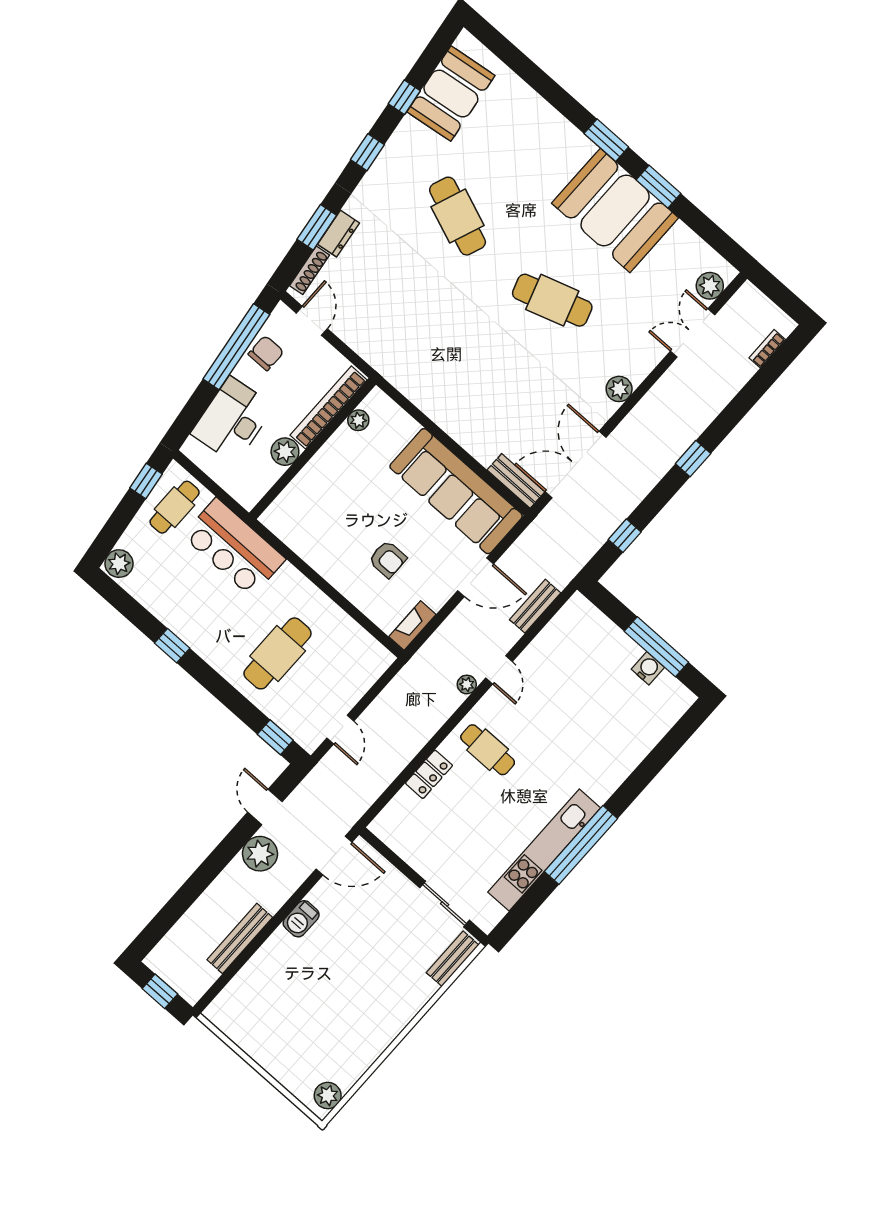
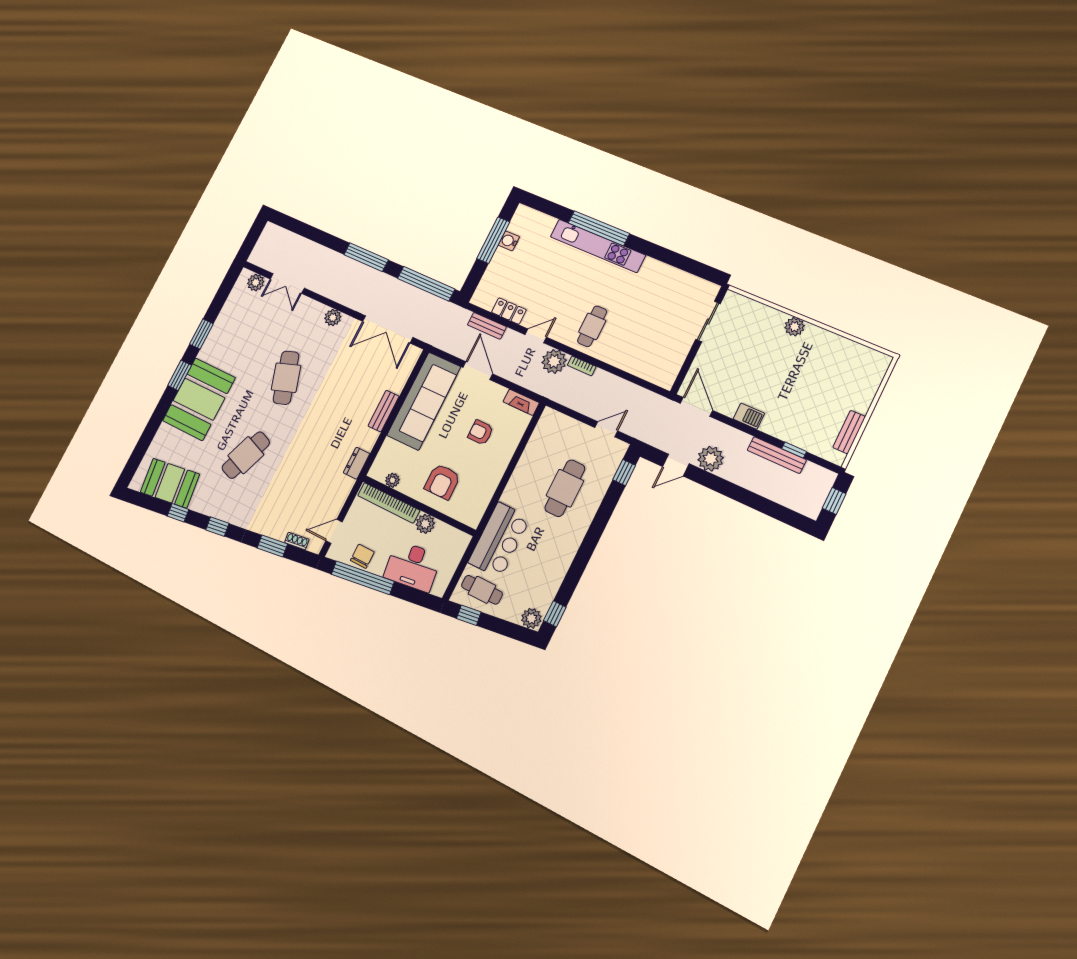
booth: (615, 210) -> (199, 399), moved
dresser: (338, 234) -> (357, 463), moved, turned -82
shoe rack: (310, 270) -> (297, 541), width x0.70
bookcase: (767, 349) -> (582, 366), moved
chair: (266, 353) -> (362, 556), turned 90
window: (693, 459) -> (366, 257), width x2.17
bench: (516, 481) -> (384, 411), moved
armchair: (336, 490) -> (442, 482), added
window: (625, 536) -> (426, 284), width x3.17
armchair: (388, 559) -> (481, 432), turned -90
window: (172, 646) -> (555, 614), moved
cafe table: (278, 653) -> (565, 488), turned 90
plant: (467, 684) -> (554, 361), width x1.87, depth x1.87
locker: (429, 774) -> (509, 311), moved
window: (581, 845) -> (599, 228), moved
kitchen unit: (544, 850) -> (598, 246), moved
bench: (453, 959) -> (849, 432), moved, turned 90
window: (240, 962) -> (794, 450), added
plant: (328, 1095) -> (795, 327), moved

